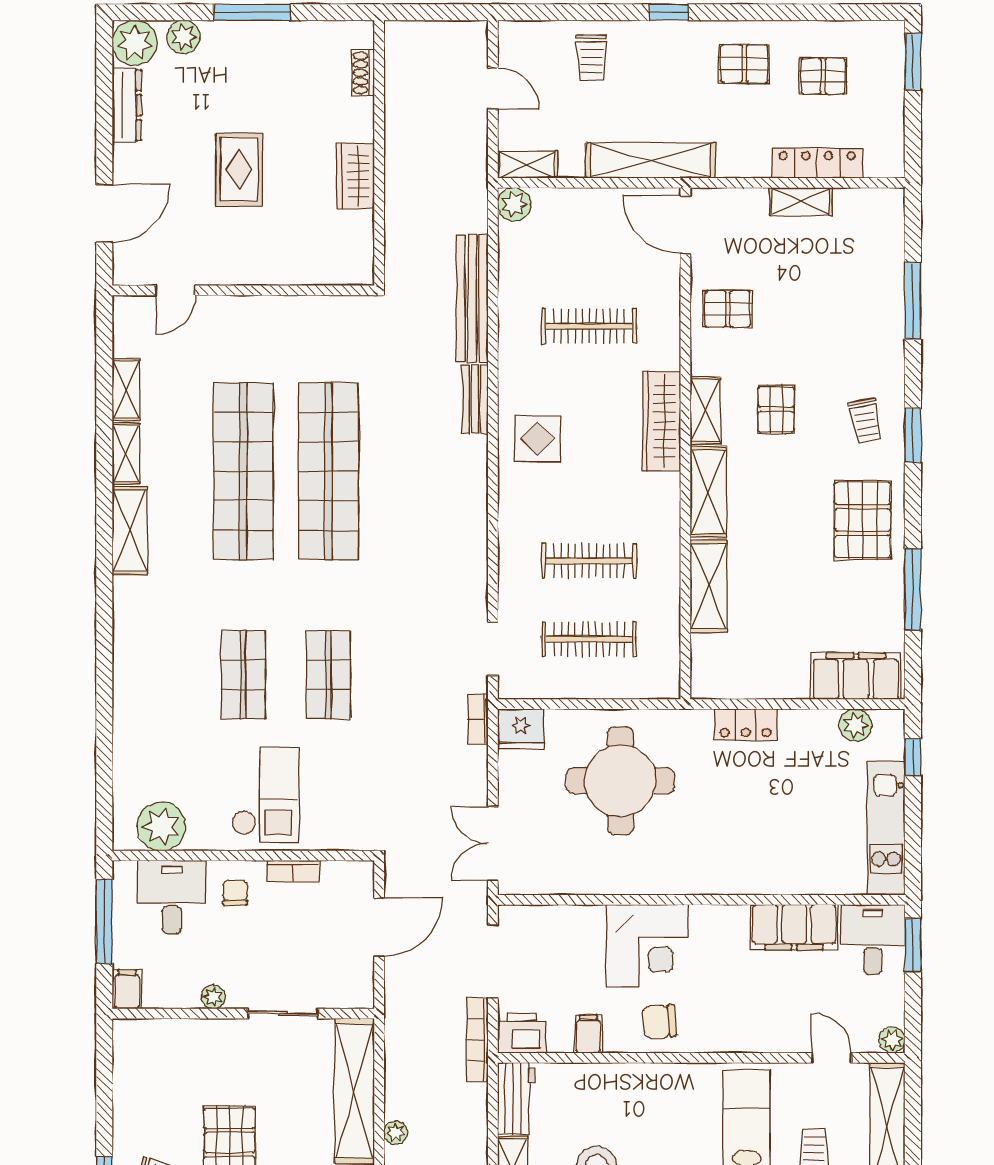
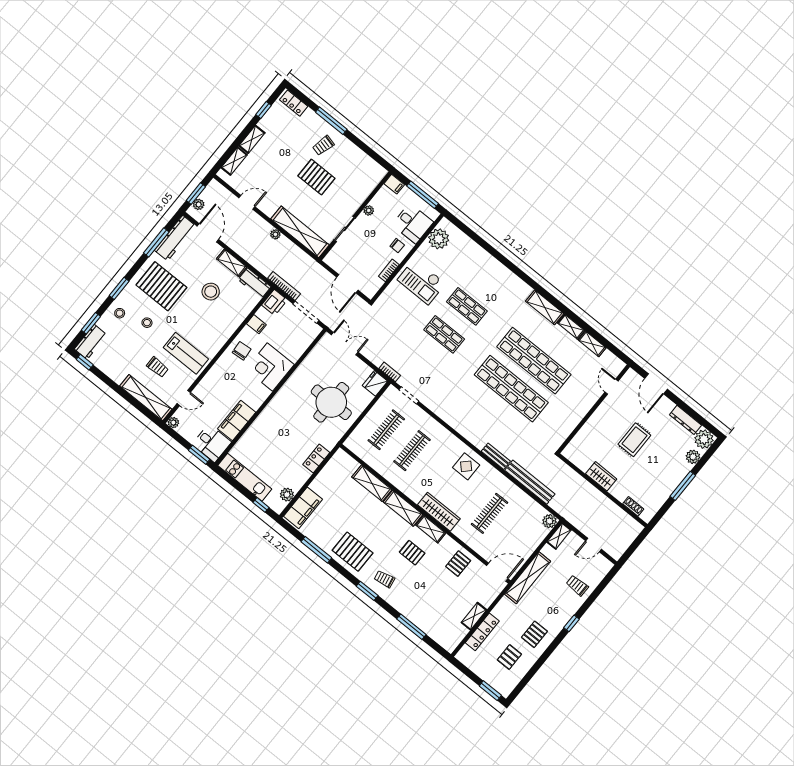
rug: (239, 170) -> (634, 440), turned 90

